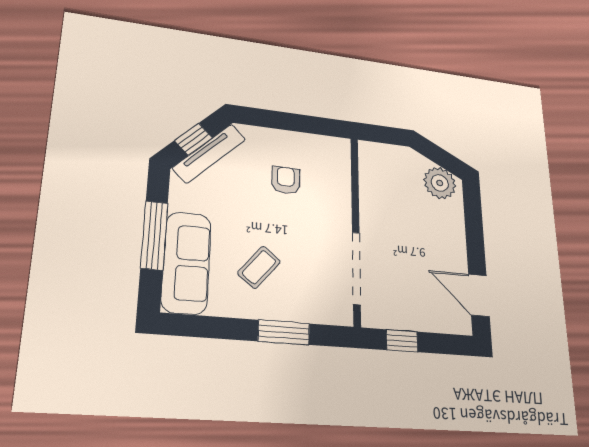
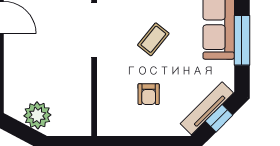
plant: (440, 183) -> (37, 115), moved
coffee table: (259, 267) -> (153, 39), moved

